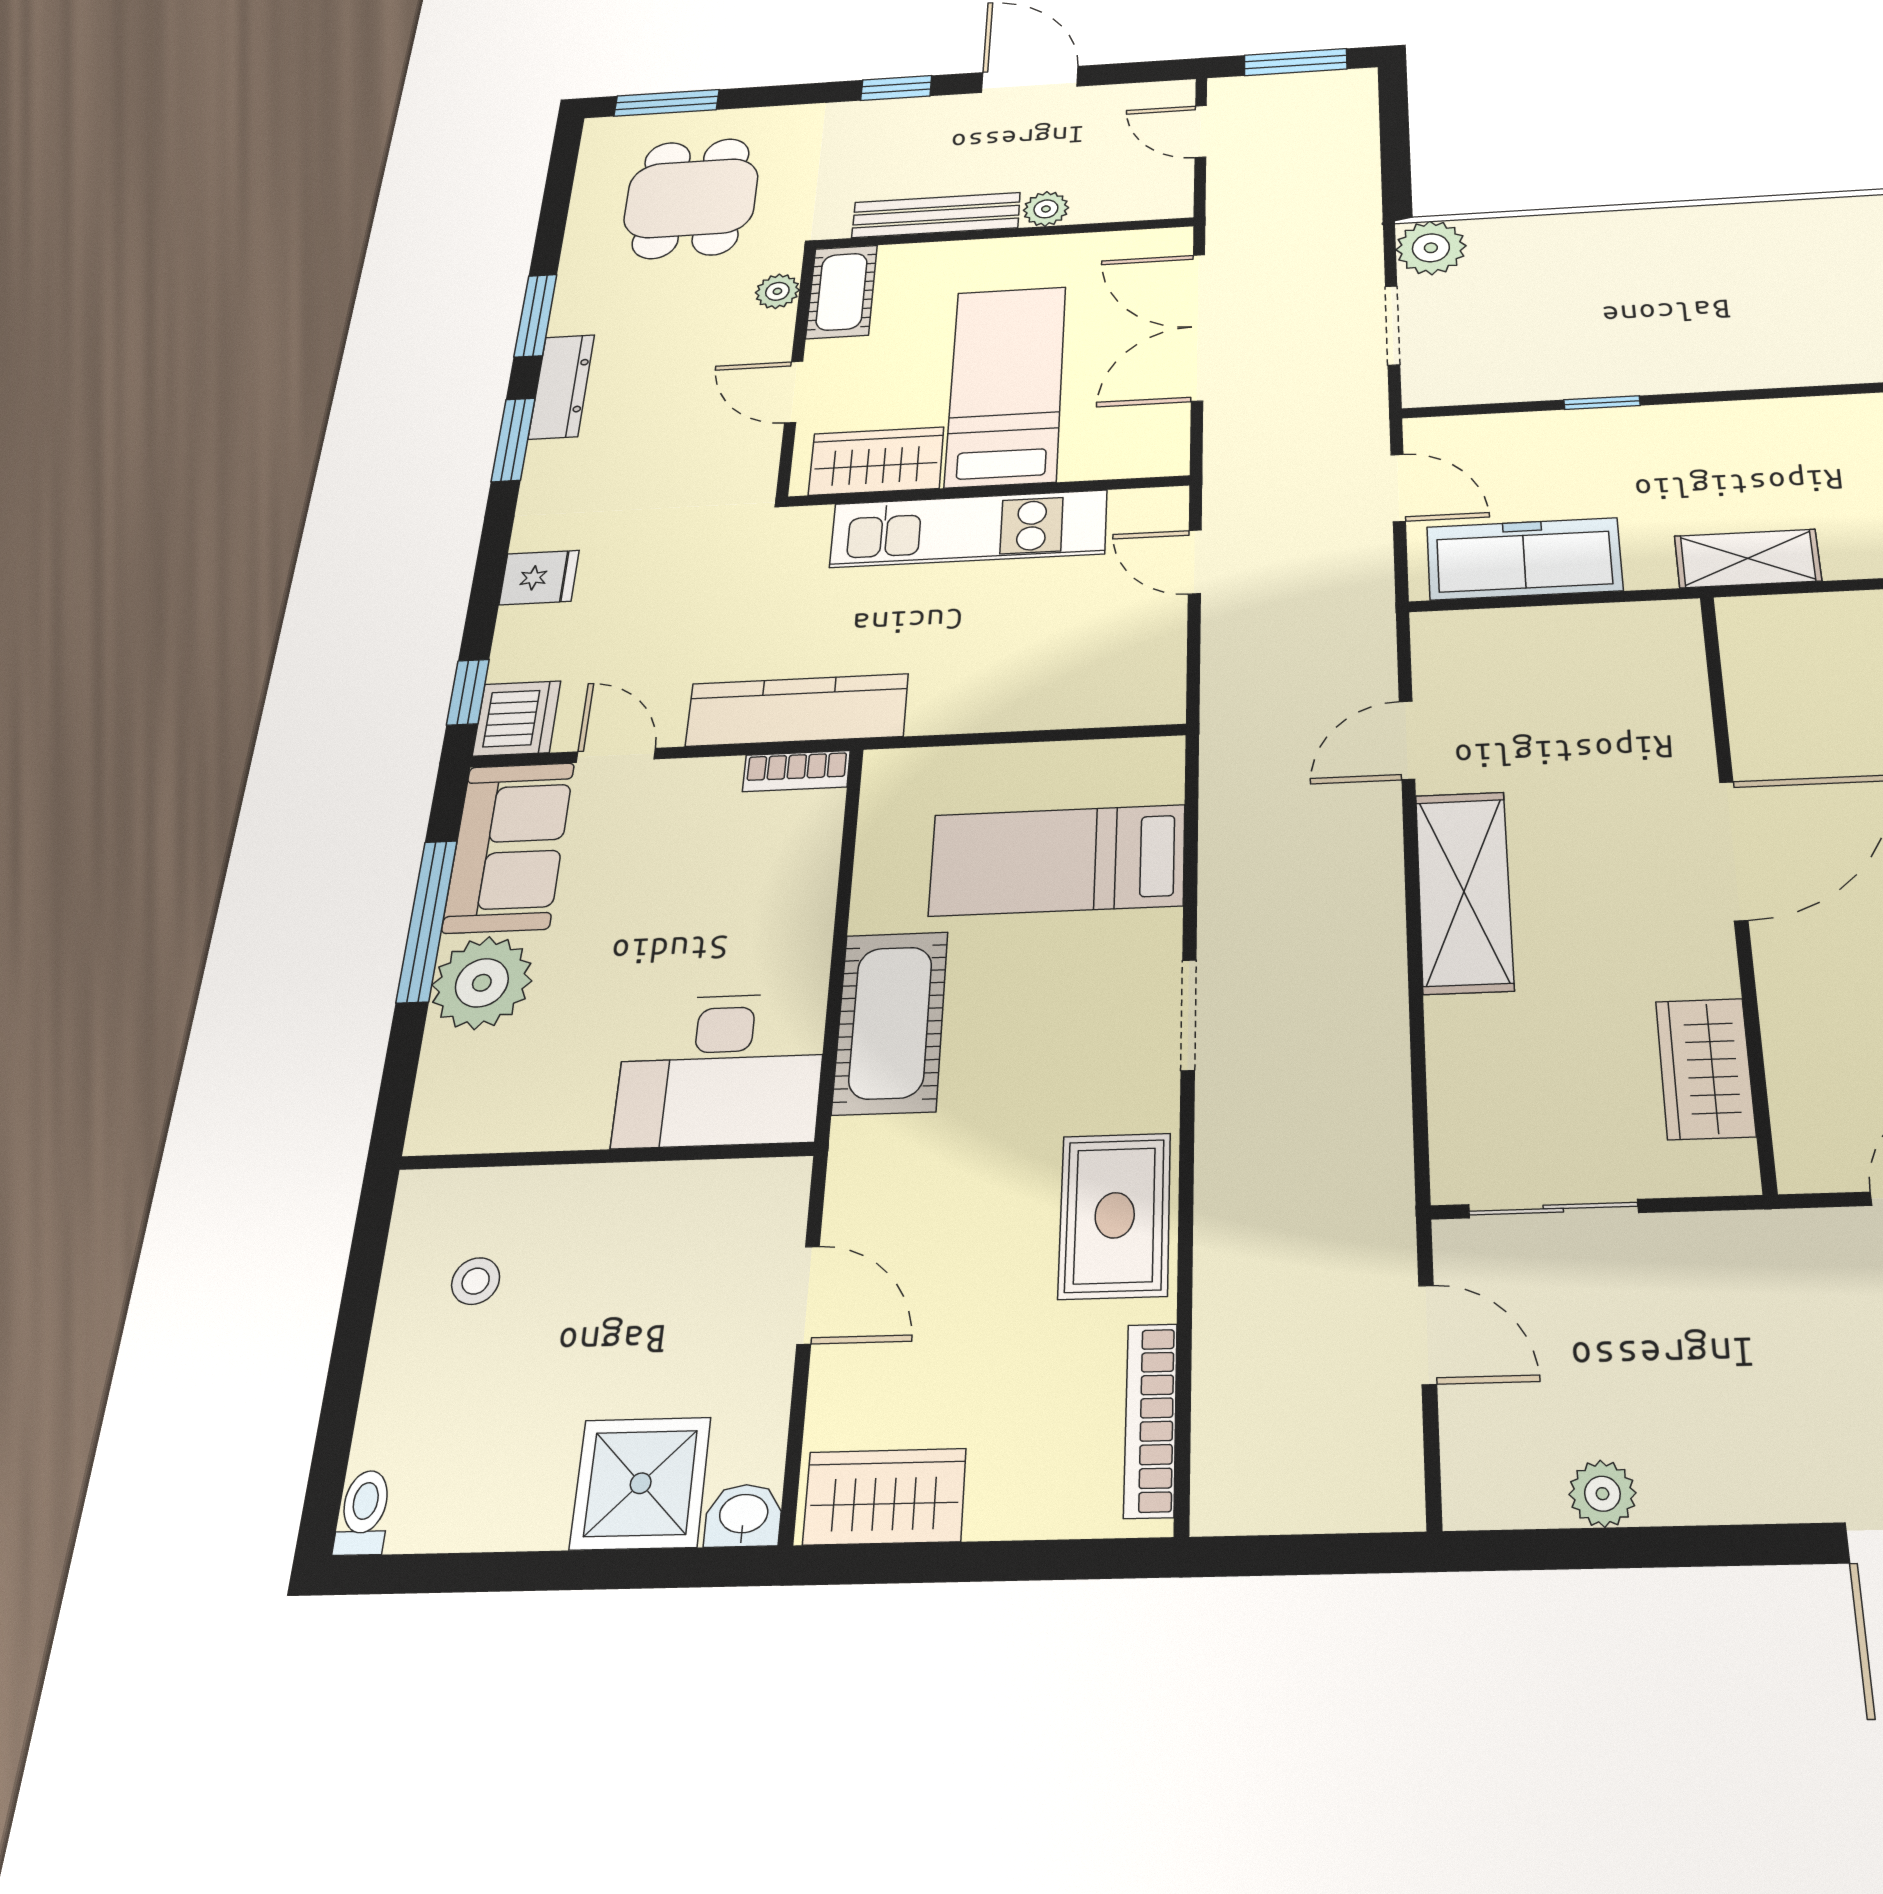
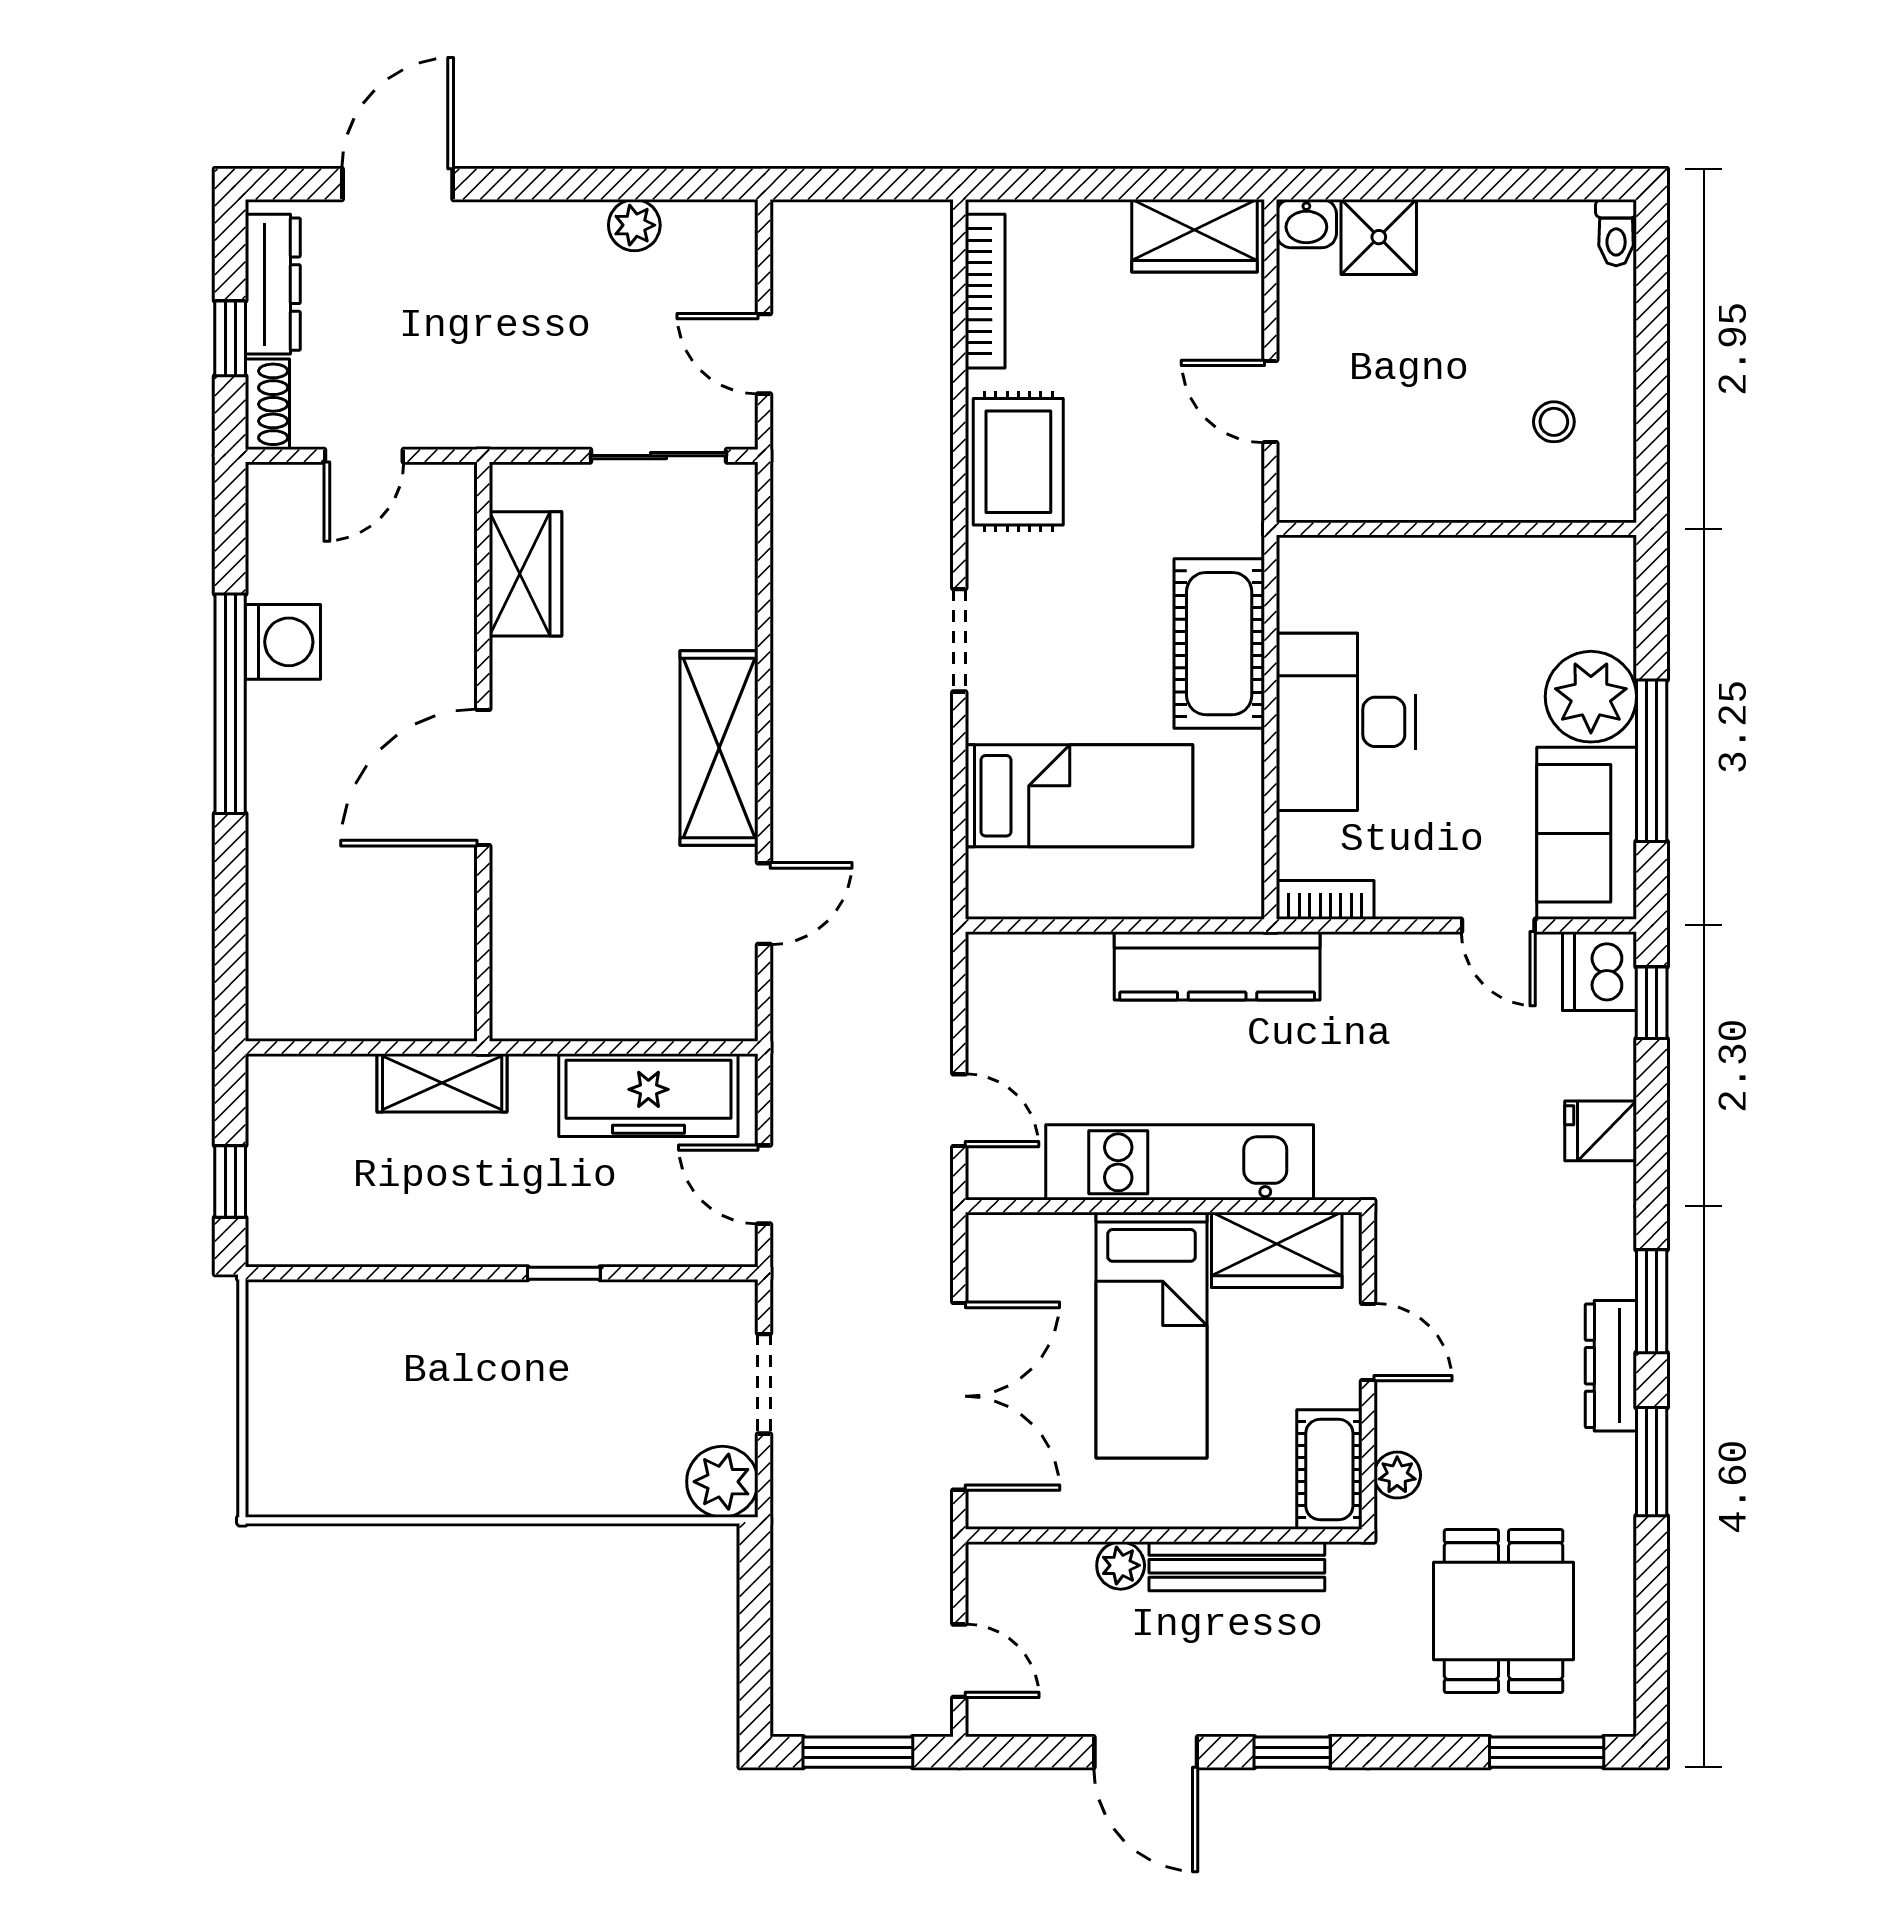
kitchen counter: (797, 710) -> (1217, 966), moved
desk: (721, 1070) -> (1346, 722), moved, turned -90
shower: (641, 1483) -> (1379, 237), width x0.73, depth x0.73

